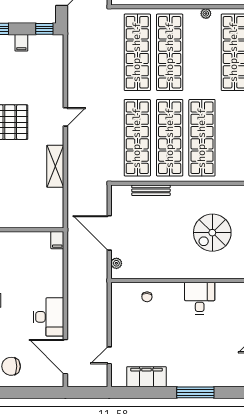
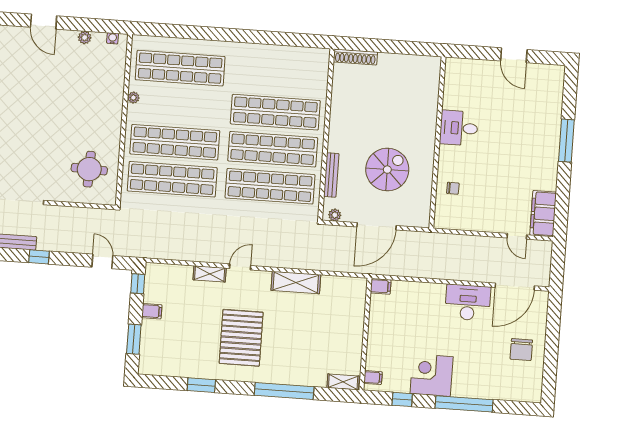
shelving: (57, 91) -> (210, 274), added
door: (65, 117) -> (240, 267), hinge flipped
spiral stairs: (212, 233) -> (387, 170), moved, turned -90
plant: (116, 263) -> (335, 215), moved
filing cabinet: (146, 377) -> (543, 214), moved

